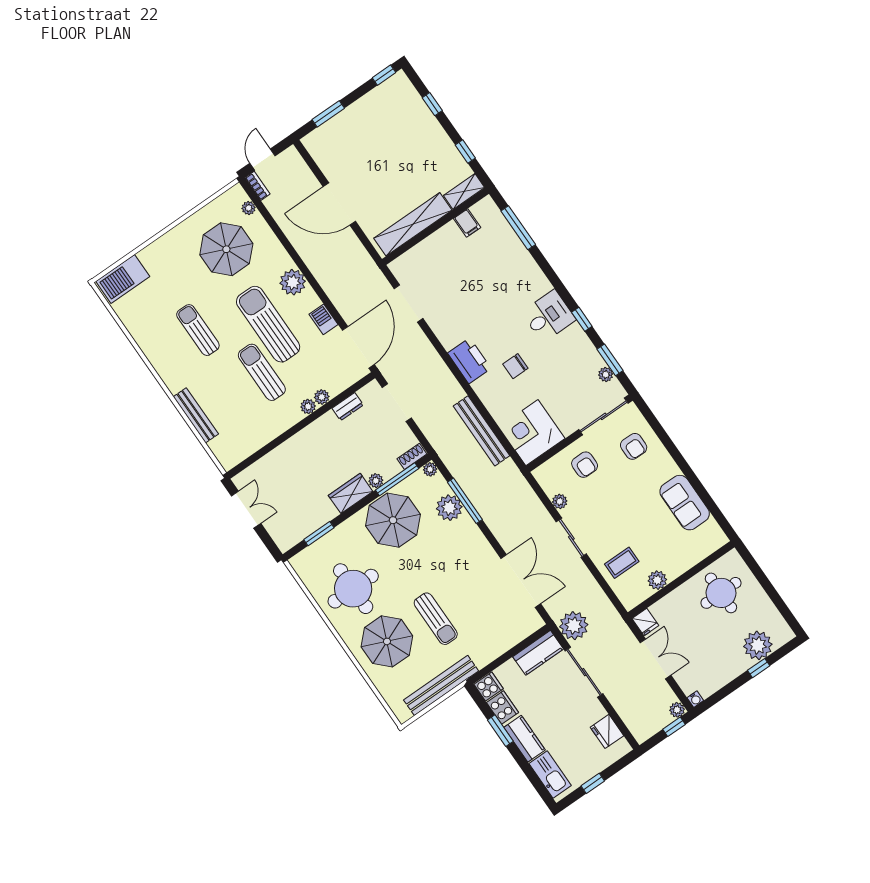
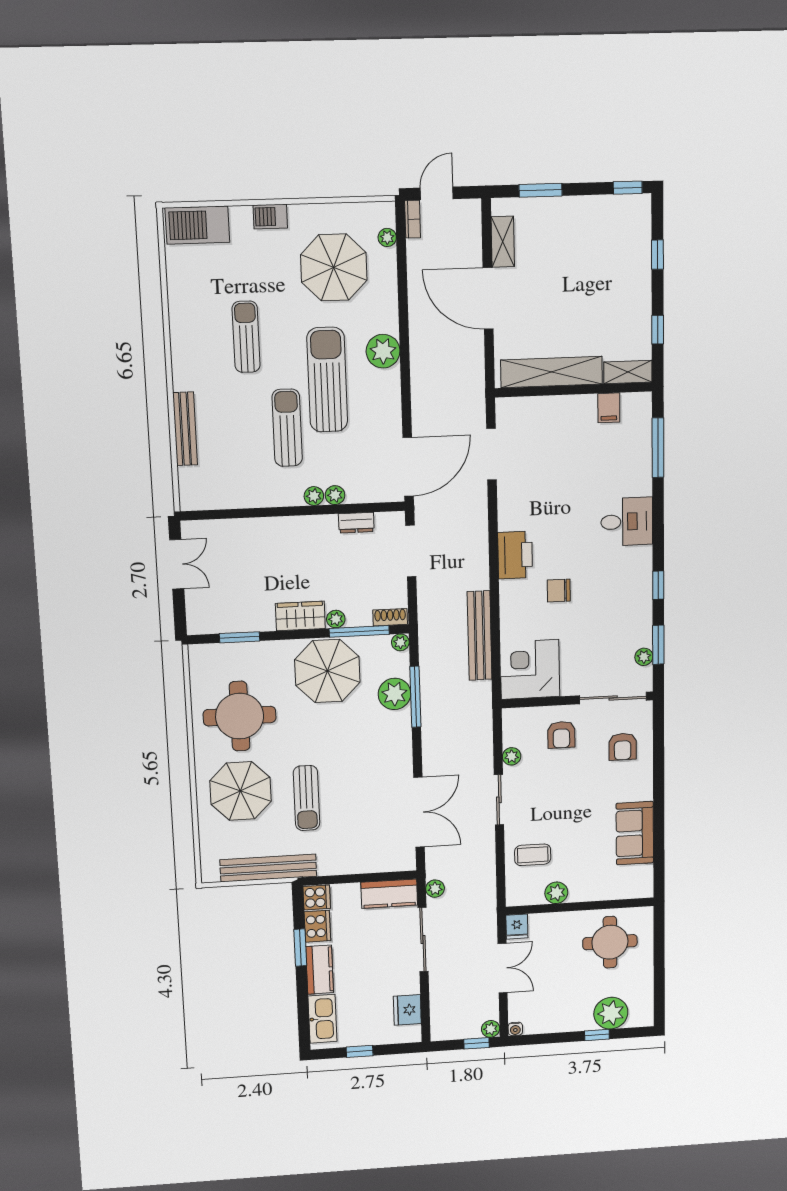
shelving: (325, 162) -> (503, 242), added
desk: (549, 316) -> (627, 522), moved
barbecue: (323, 319) -> (270, 217), moved, turned -90
plant: (574, 626) -> (435, 889), width x0.53, depth x0.53

